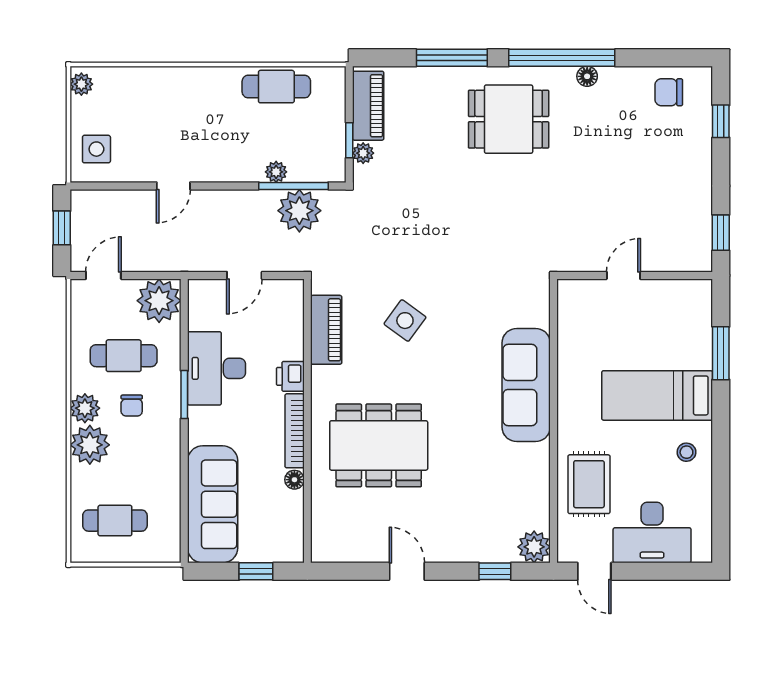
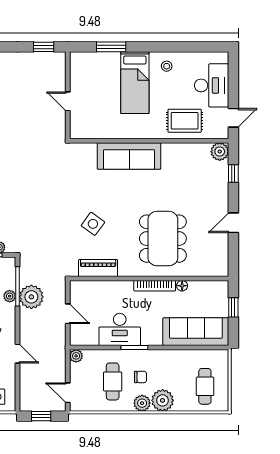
plant: (299, 211) -> (31, 297), moved
plant: (159, 301) -> (76, 356), width x0.53, depth x0.53
printer: (290, 376) -> (124, 288), removed

